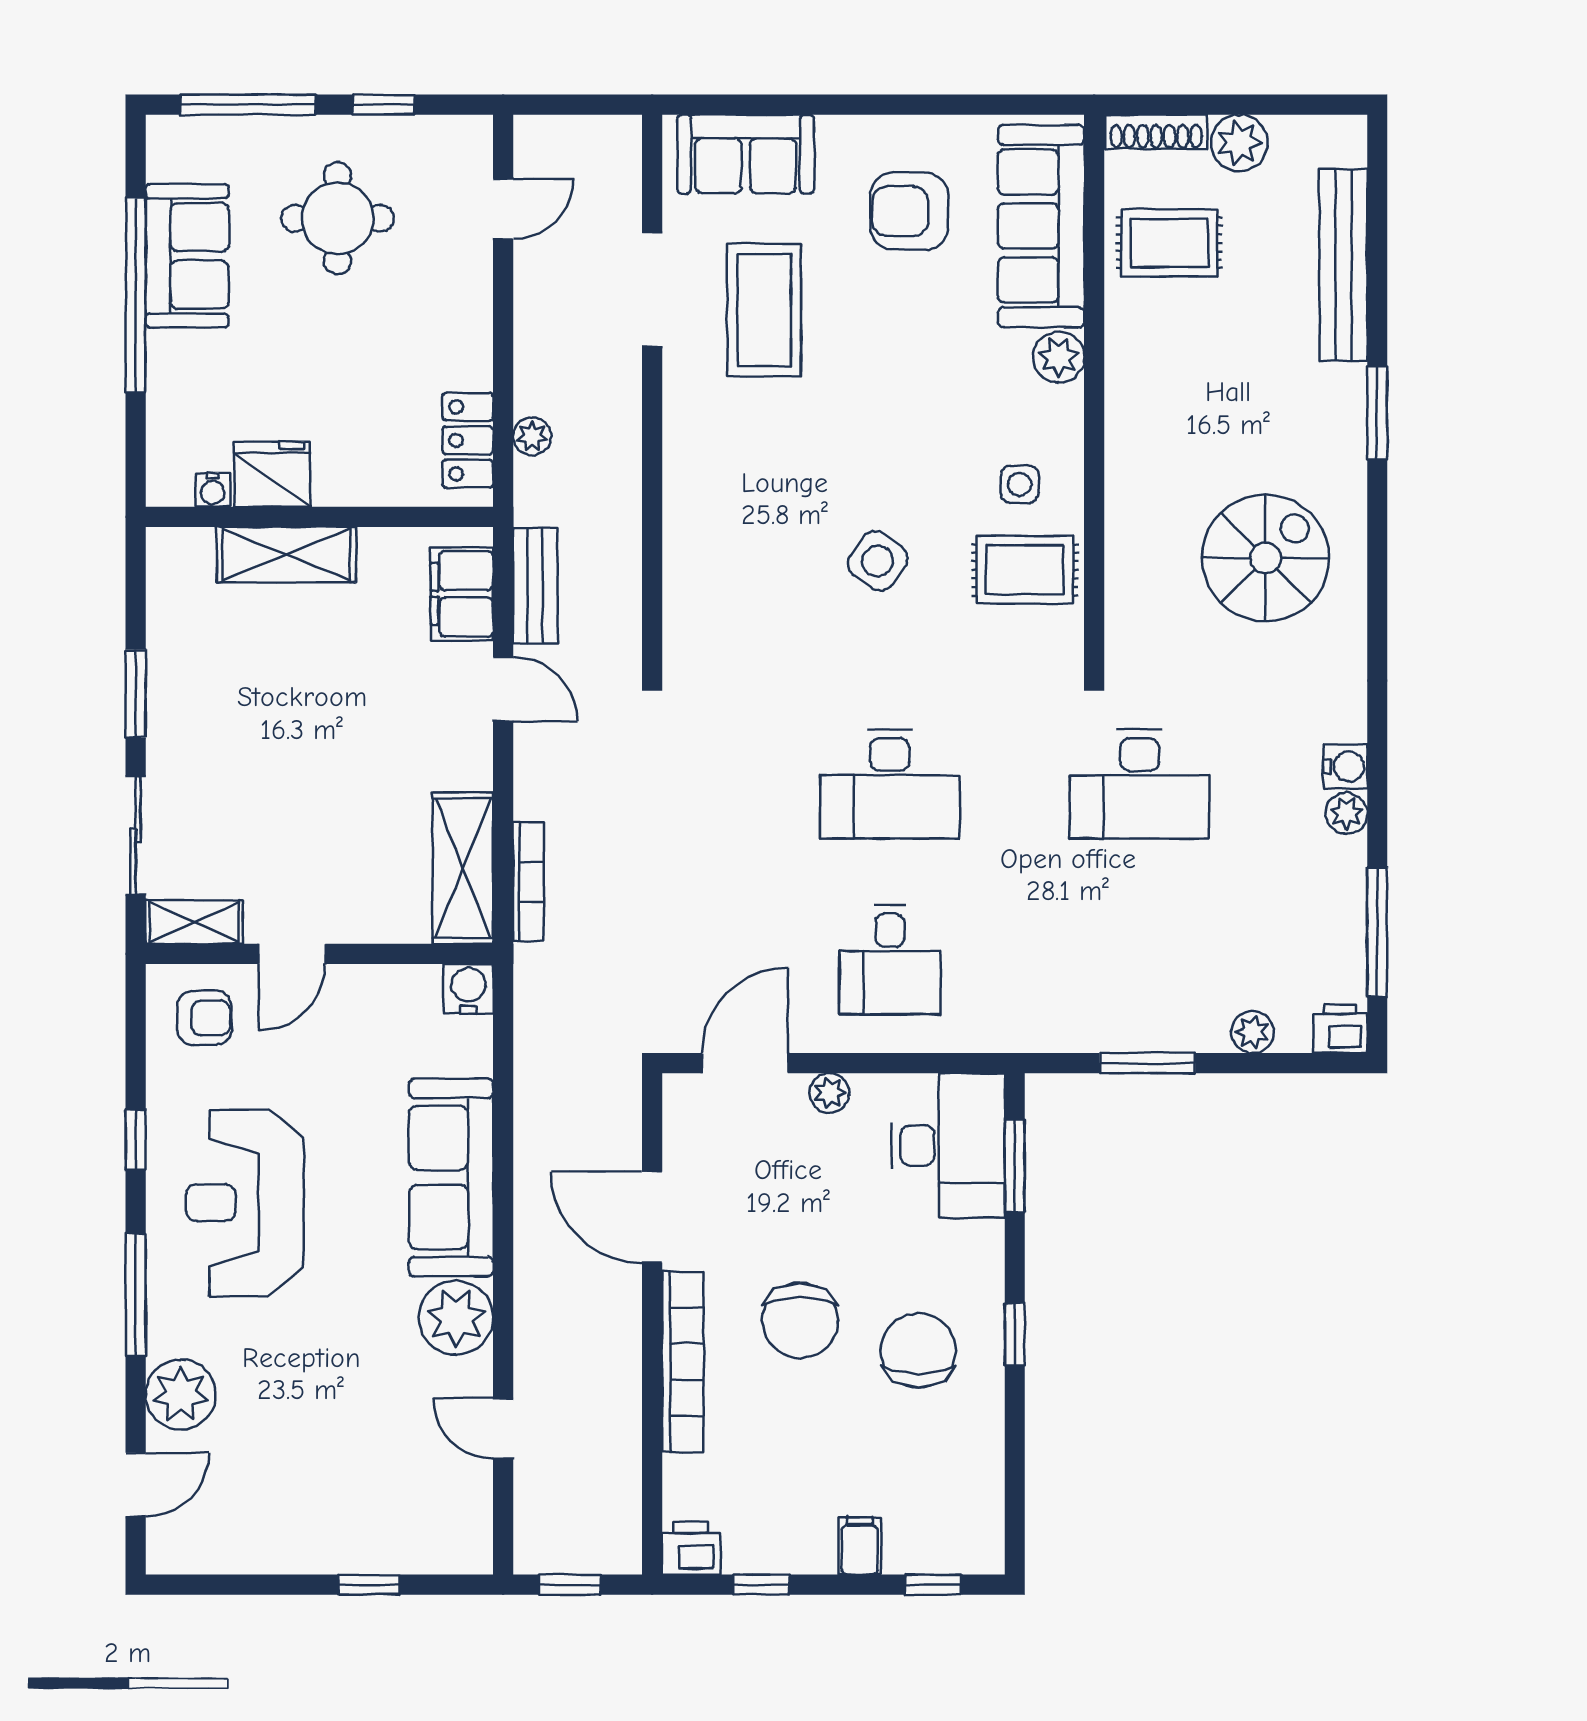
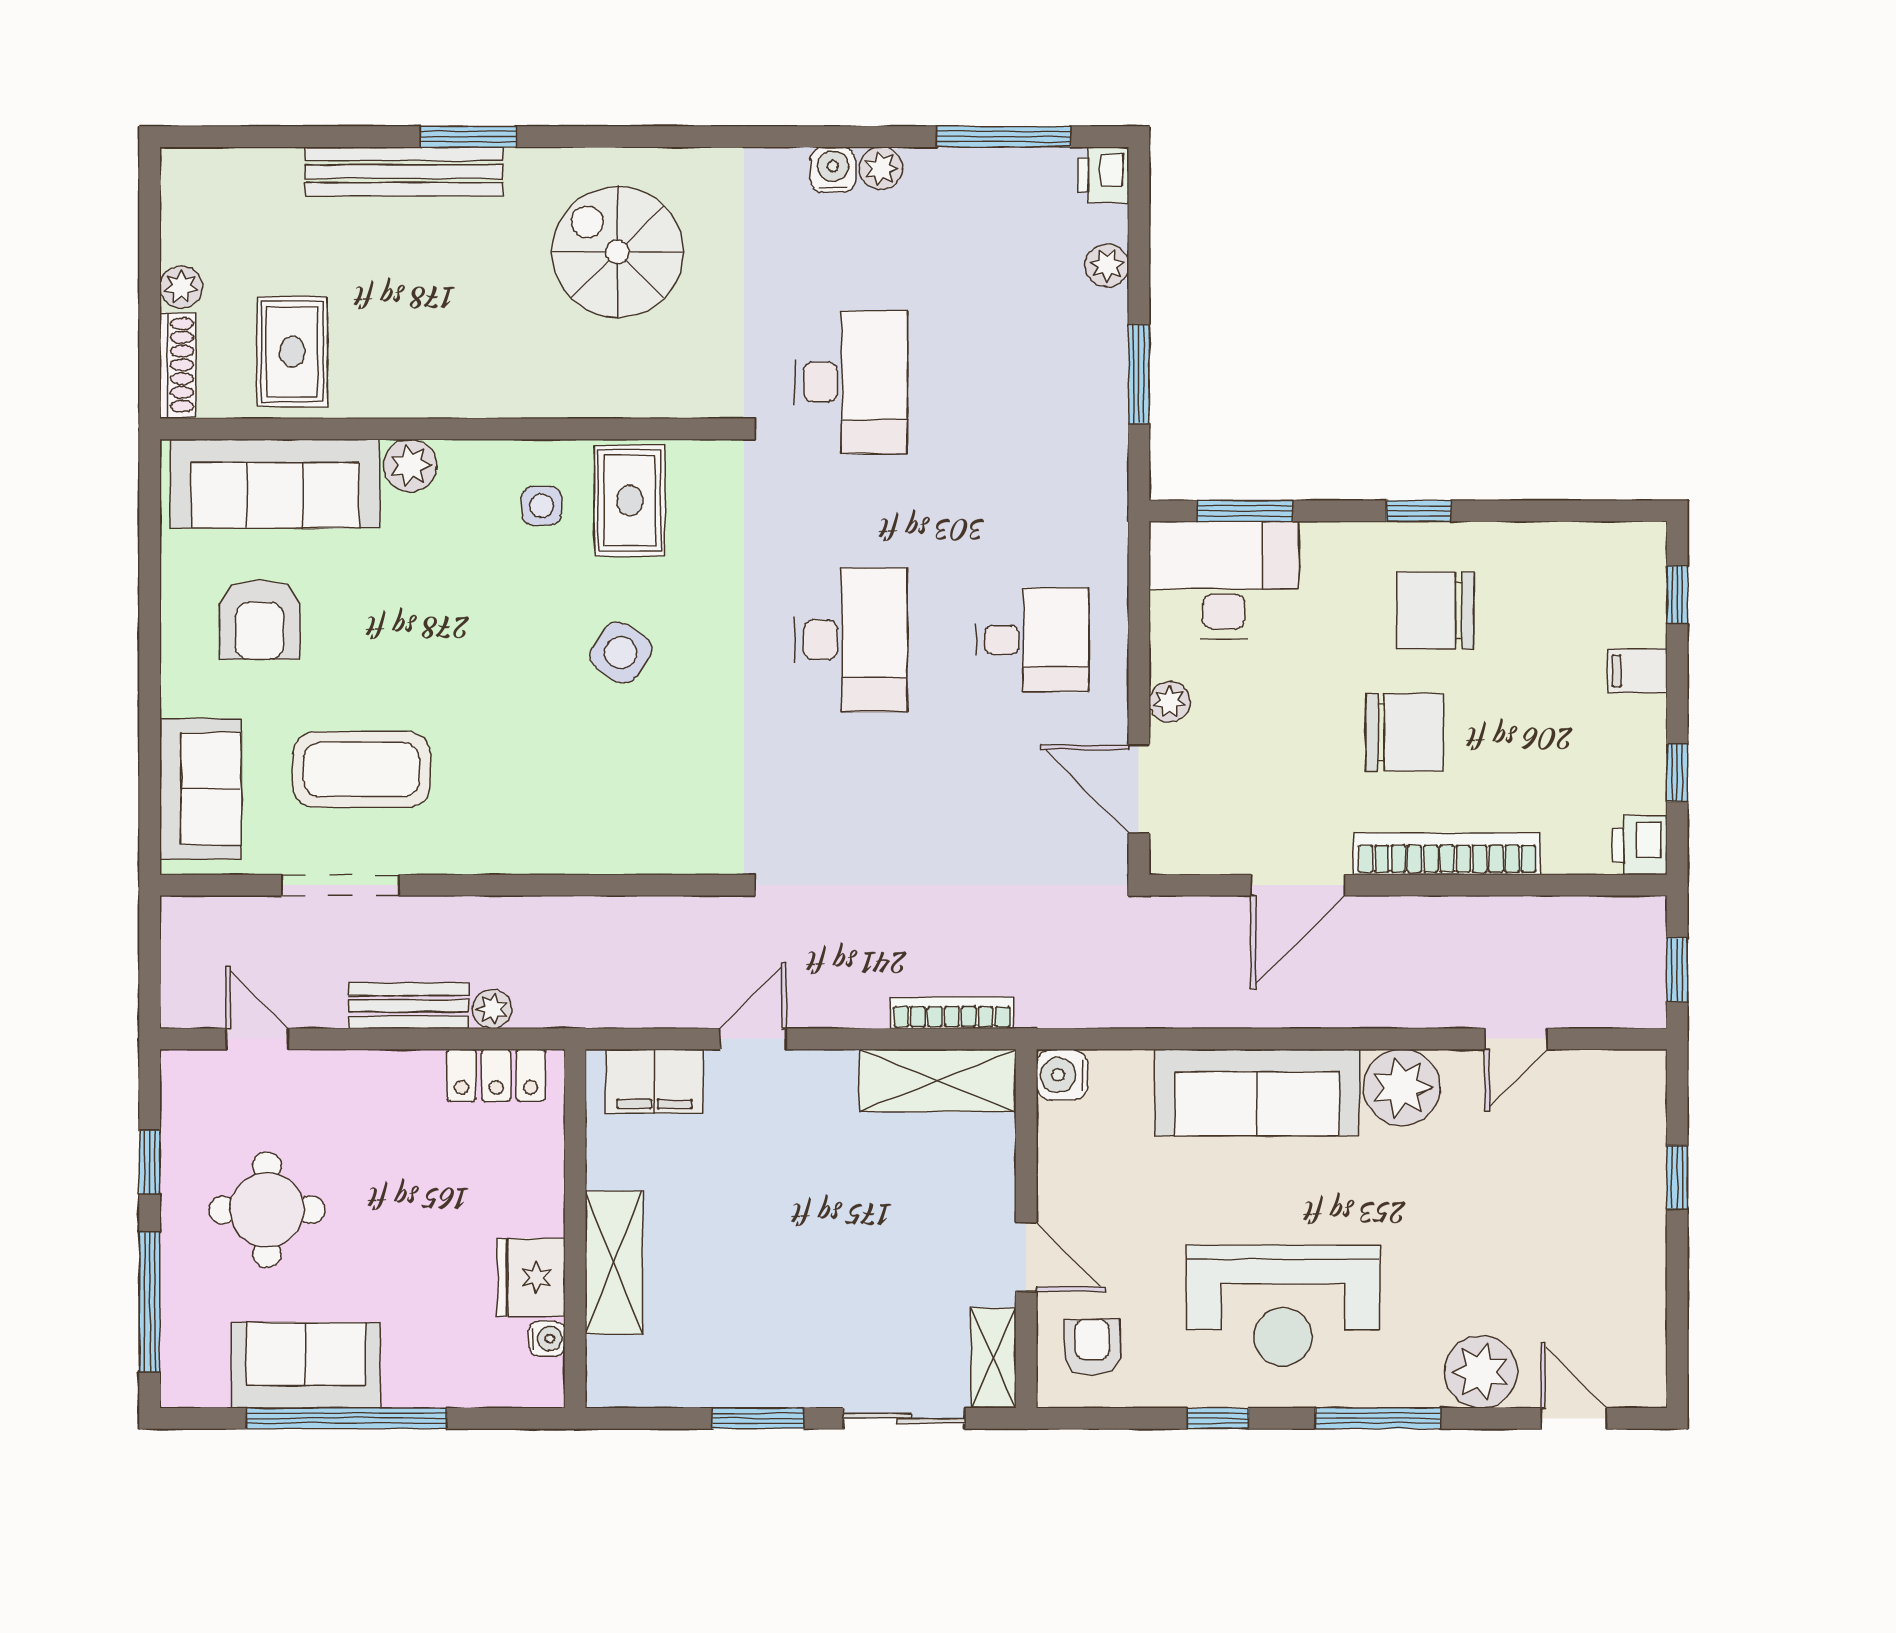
plant: (1239, 143) -> (181, 287), width x0.73, depth x0.73
bench: (1343, 265) -> (404, 172), moved
bench: (535, 586) -> (408, 1006), moved

